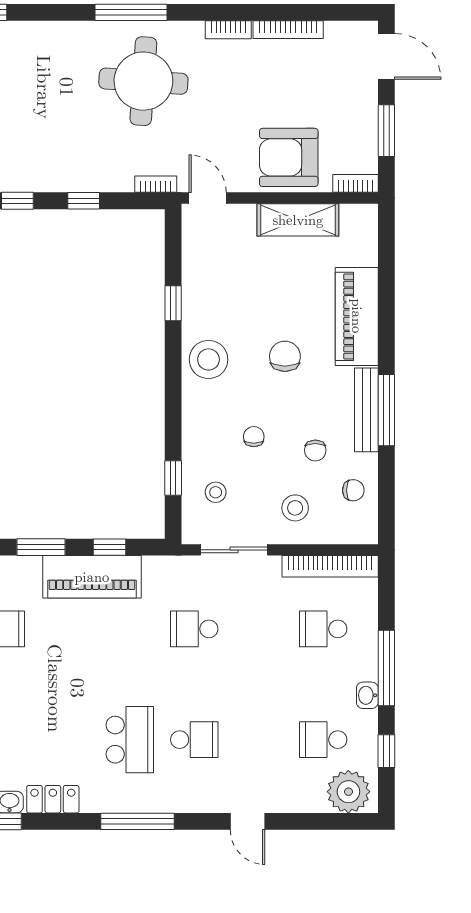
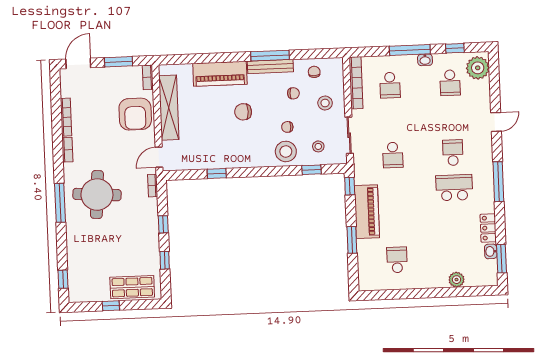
shelving: (298, 220) -> (169, 108), width x1.47
stool: (209, 359) -> (286, 151), moved
window: (109, 547) -> (350, 186), moved

